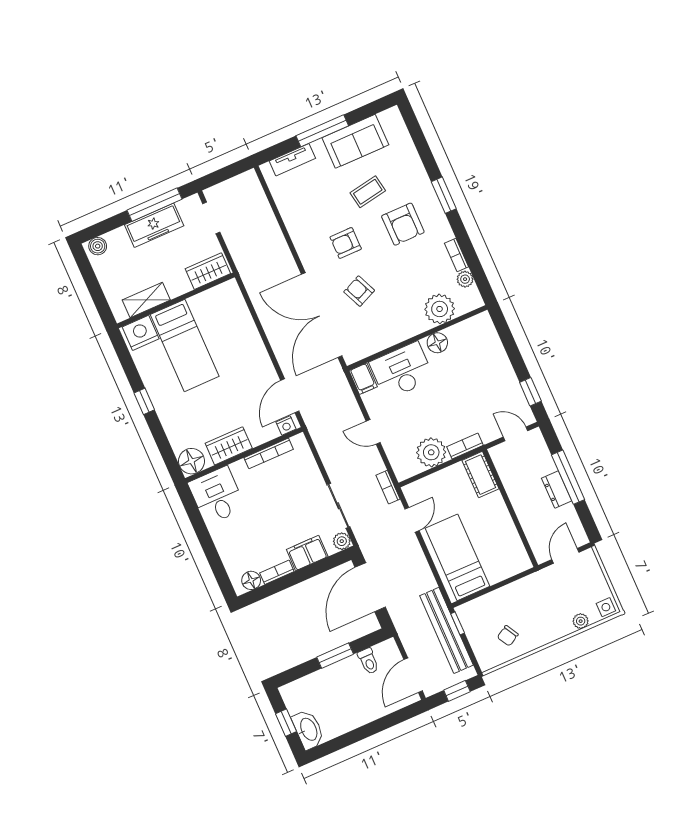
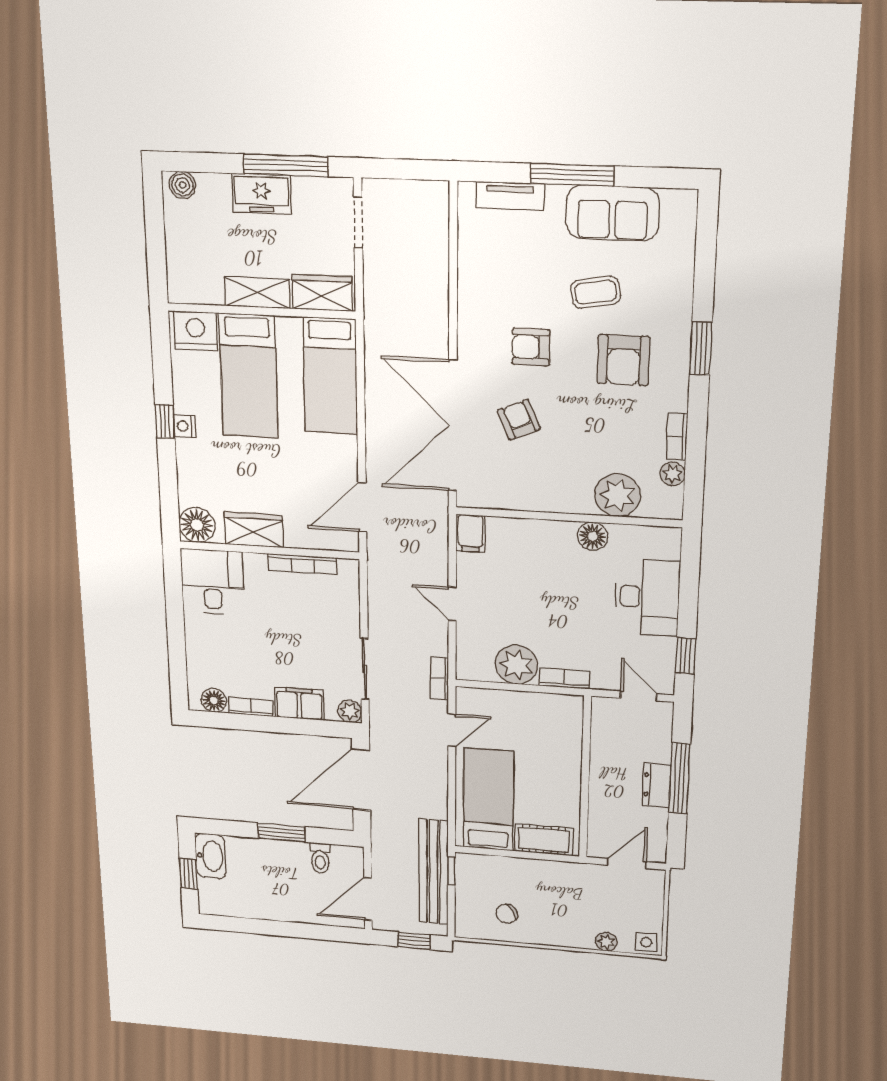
freezer: (154, 225) -> (261, 194), width x0.71
shelving: (146, 300) -> (257, 293), moved
bed: (234, 320) -> (330, 376), added
desk: (402, 371) -> (647, 597), moved, turned 90
nightstand: (286, 425) -> (185, 426), moved, turned 90
cot: (480, 475) -> (544, 840), moved, turned 90
washbasin: (308, 730) -> (211, 856), moved

